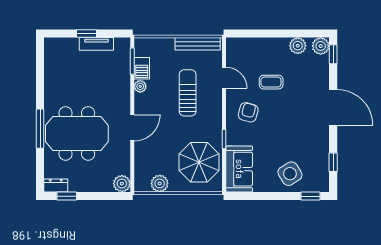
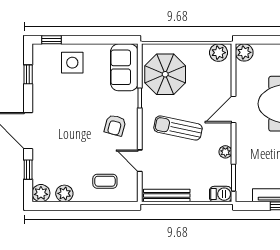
window: (333, 54) -> (28, 170), moved
barbecue: (142, 68) -> (221, 194), moved, turned 90
coffee table: (271, 82) -> (105, 181), moved
sun lounger: (188, 93) -> (178, 128), moved, turned 102
side table: (290, 174) -> (72, 63), turned 32
plant: (160, 183) -> (219, 53), moved

